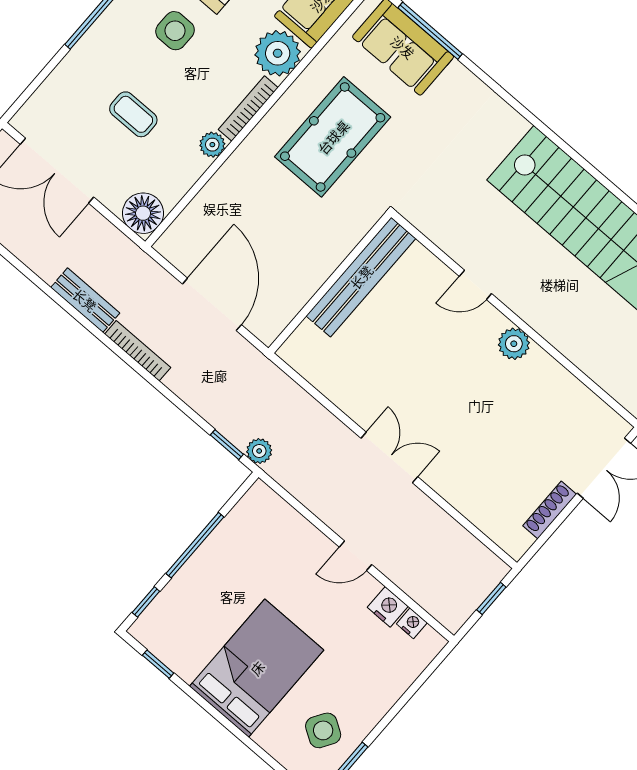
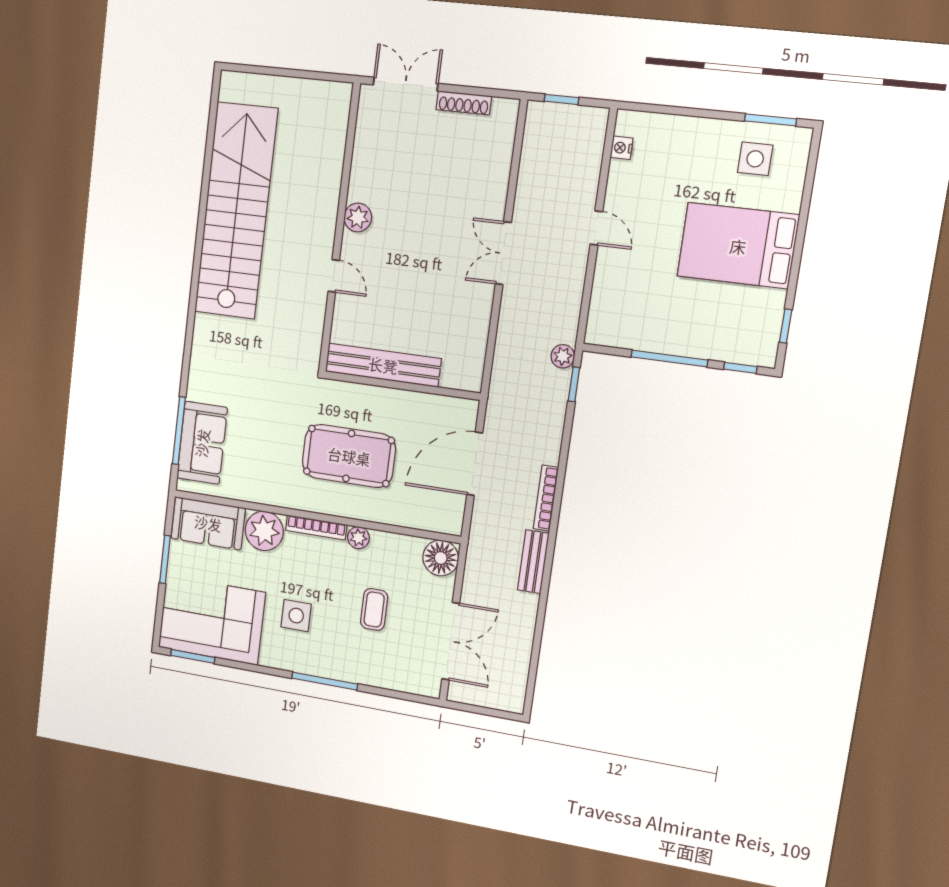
pool table: (333, 137) -> (349, 456), moved
nightstand: (388, 607) -> (621, 176), removed
side table: (323, 730) -> (755, 159), turned -32

